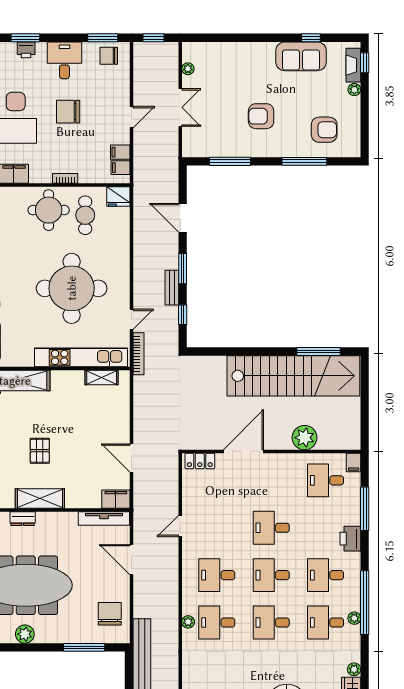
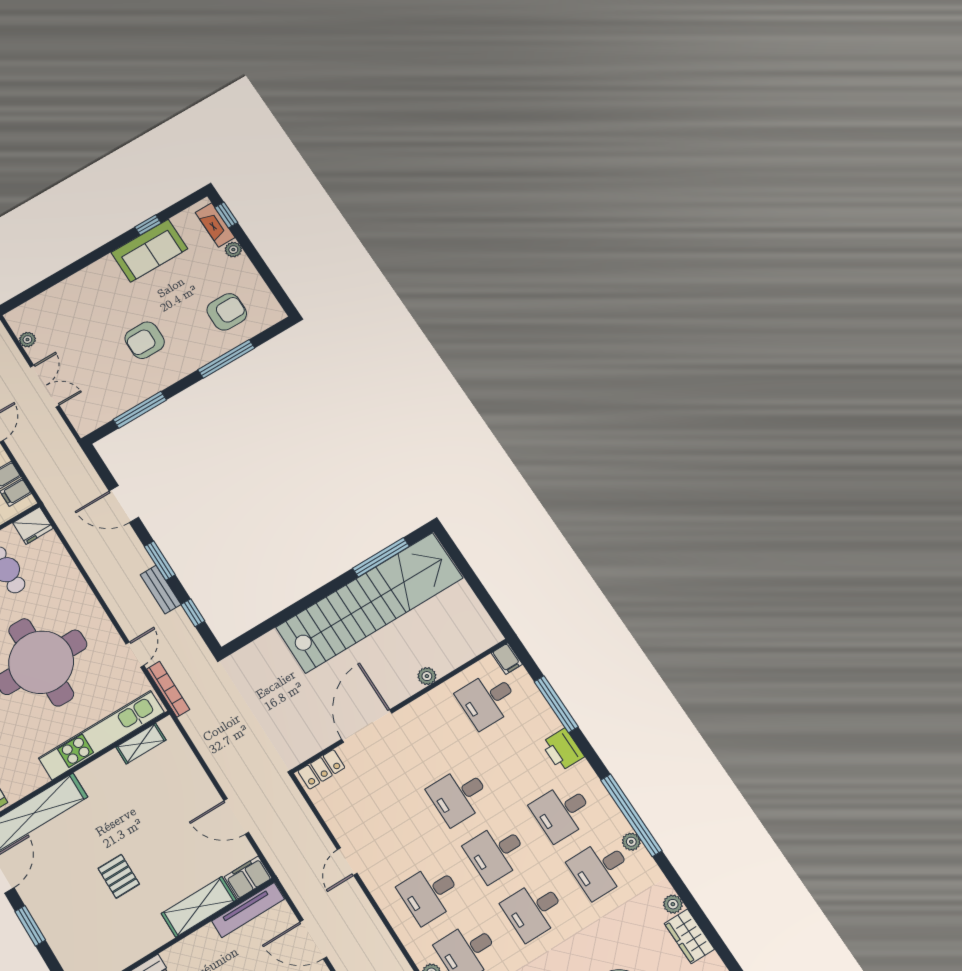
plant: (305, 438) -> (427, 676), width x0.53, depth x0.53
shelving: (40, 499) -> (199, 907), moved

